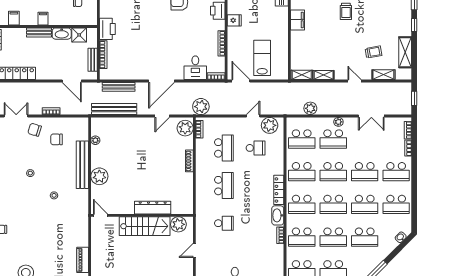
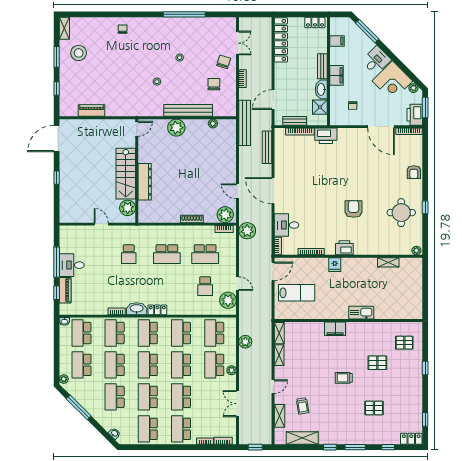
filing cabinet: (43, 19) -> (336, 75), width x2.00
bench: (114, 109) -> (245, 123), moved
locker: (279, 190) -> (157, 310), width x0.66

